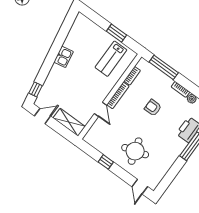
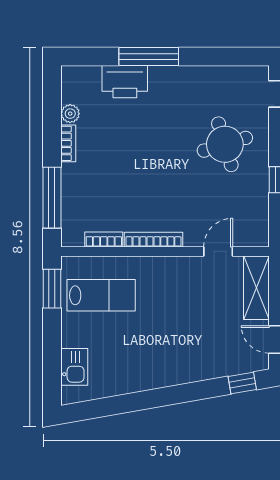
window: (117, 33) -> (52, 289), moved
kitchen sink: (64, 57) -> (74, 367), moved, turned 100
armchair: (153, 108) -> (132, 167), removed
door: (101, 109) -> (218, 251), moved

